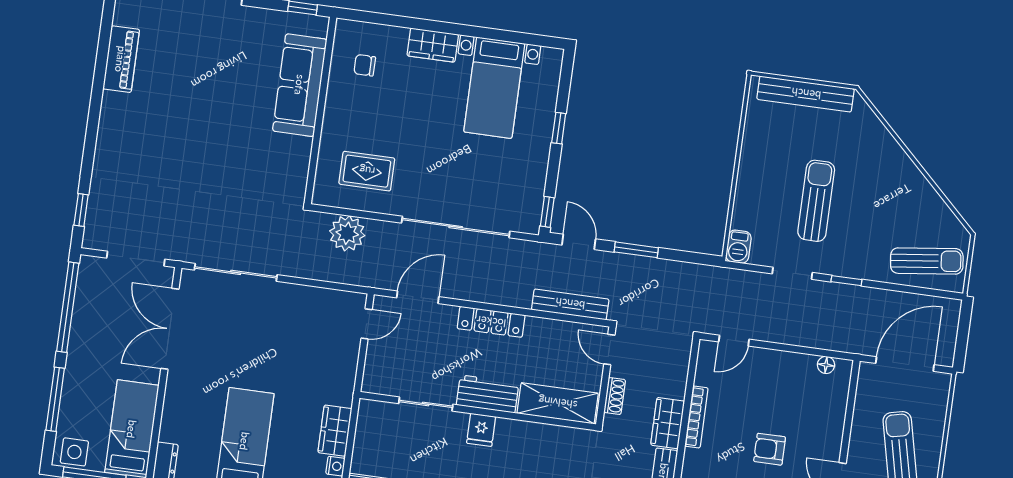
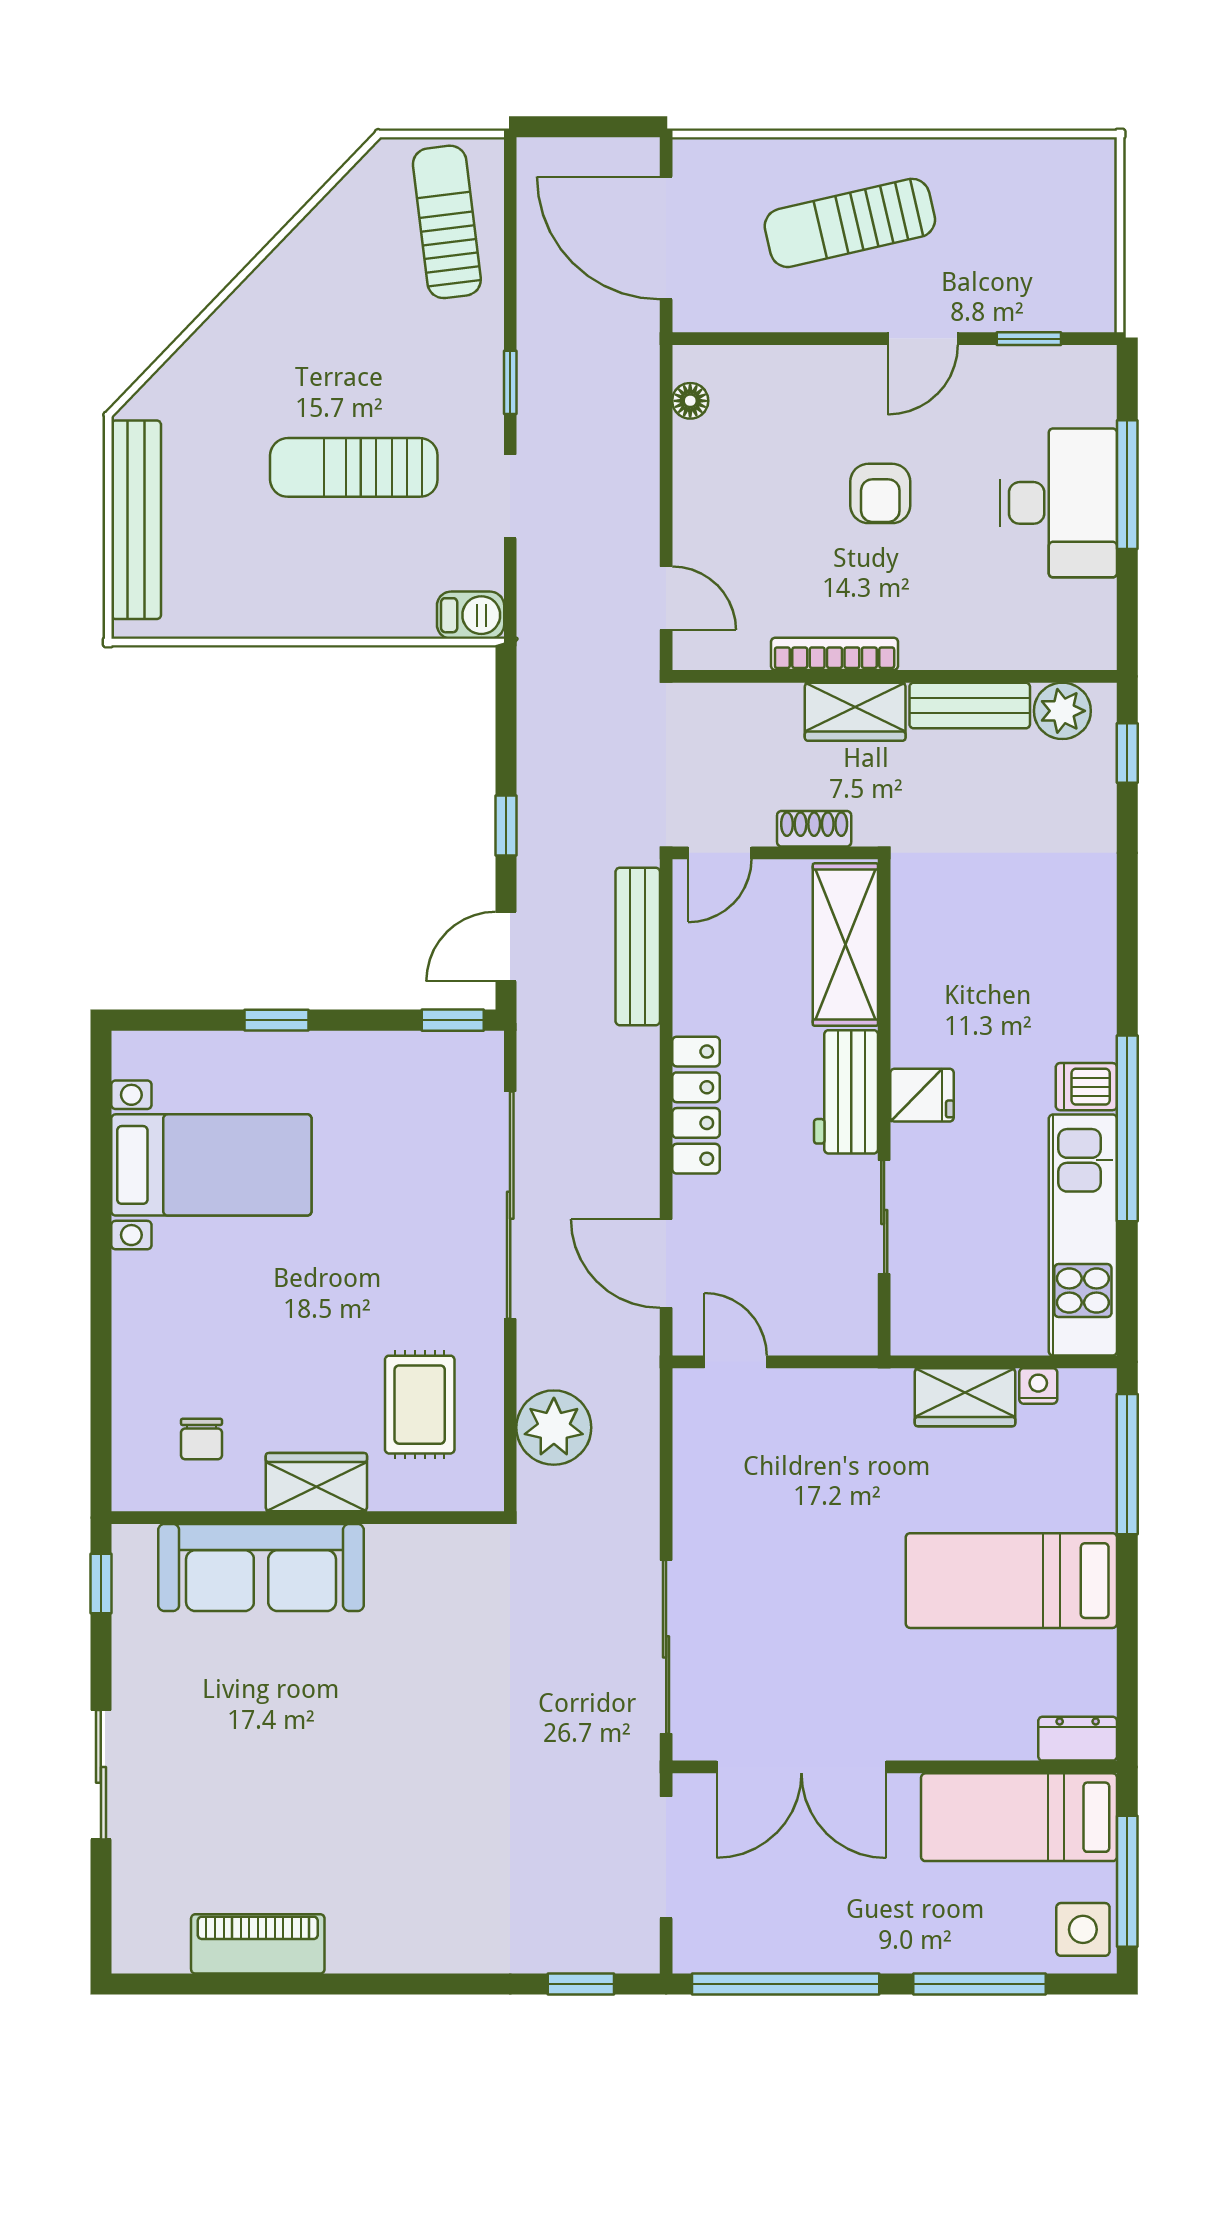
wardrobe: (433, 45) -> (316, 1482), moved, turned -90
window: (636, 250) -> (506, 825), width x0.67

